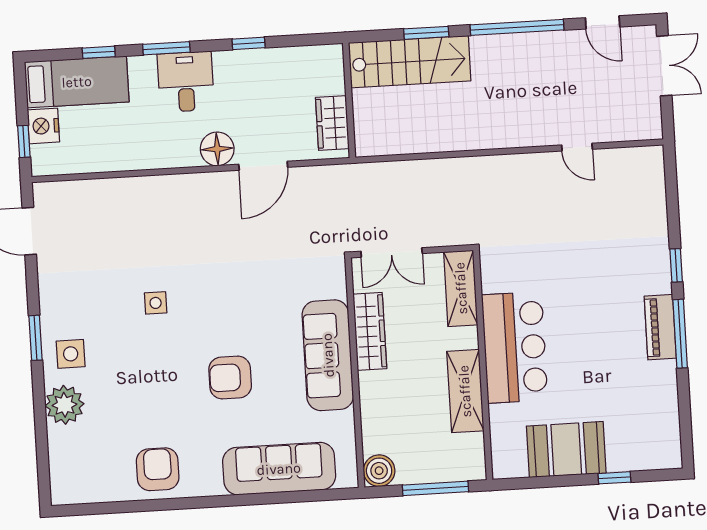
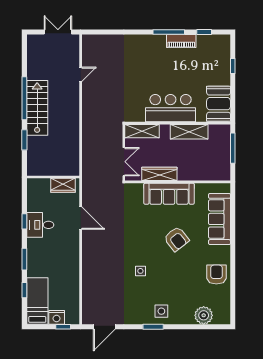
door: (603, 22) -> (24, 59), removed
stairs: (410, 62) -> (37, 108), moved
double door: (664, 66) -> (58, 32), moved
desk: (186, 82) -> (40, 225), moved
floor lamp: (217, 149) -> (72, 239), removed
window: (676, 265) -> (204, 32), moved
piano: (660, 327) -> (181, 41), moved
armchair: (230, 378) -> (177, 239), turned -38
plant: (64, 405) -> (204, 315), moved
booth: (566, 450) -> (219, 104), moved
armchair: (158, 469) -> (216, 275), turned 90
boiler: (379, 471) -> (223, 173), removed

